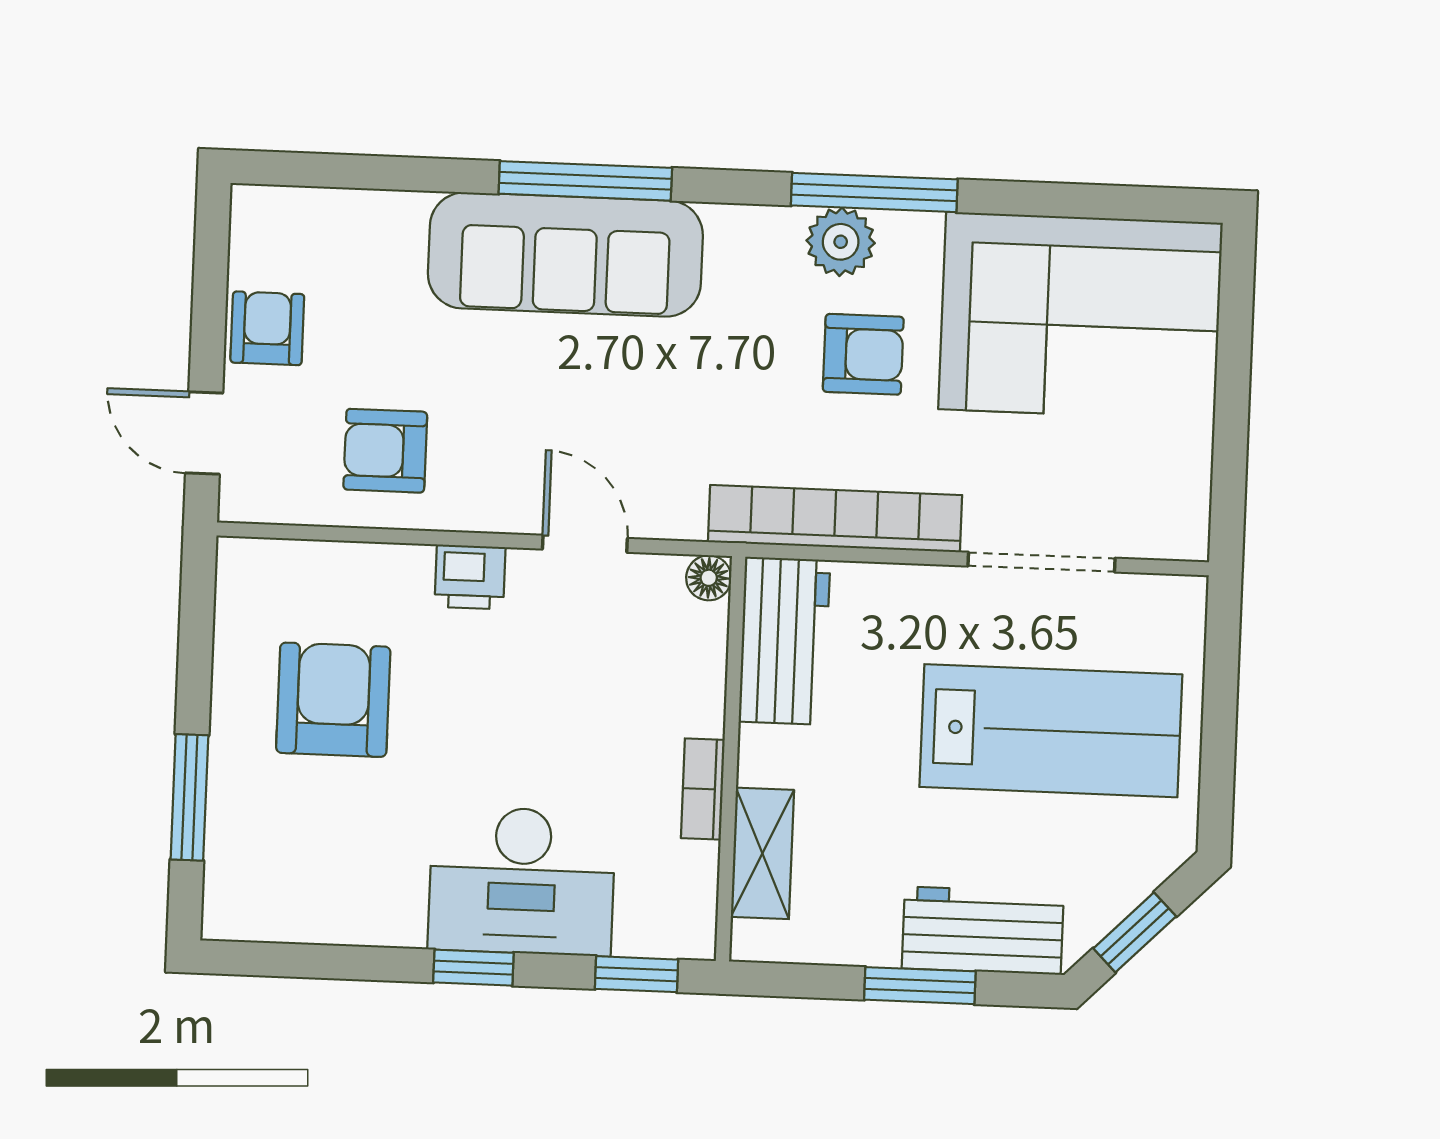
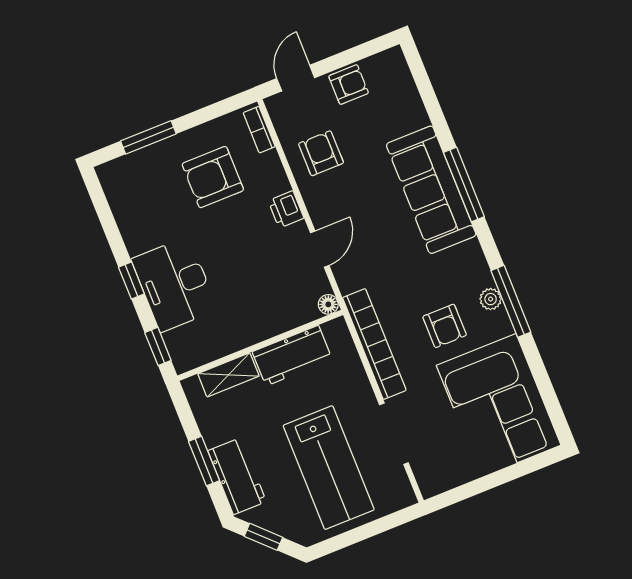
plant: (841, 242) -> (491, 299), width x0.73, depth x0.73
workbench: (784, 641) -> (292, 356), moved
armchair: (333, 700) -> (213, 177), turned 180
bookcase: (703, 789) -> (259, 130), moved, turned -90

